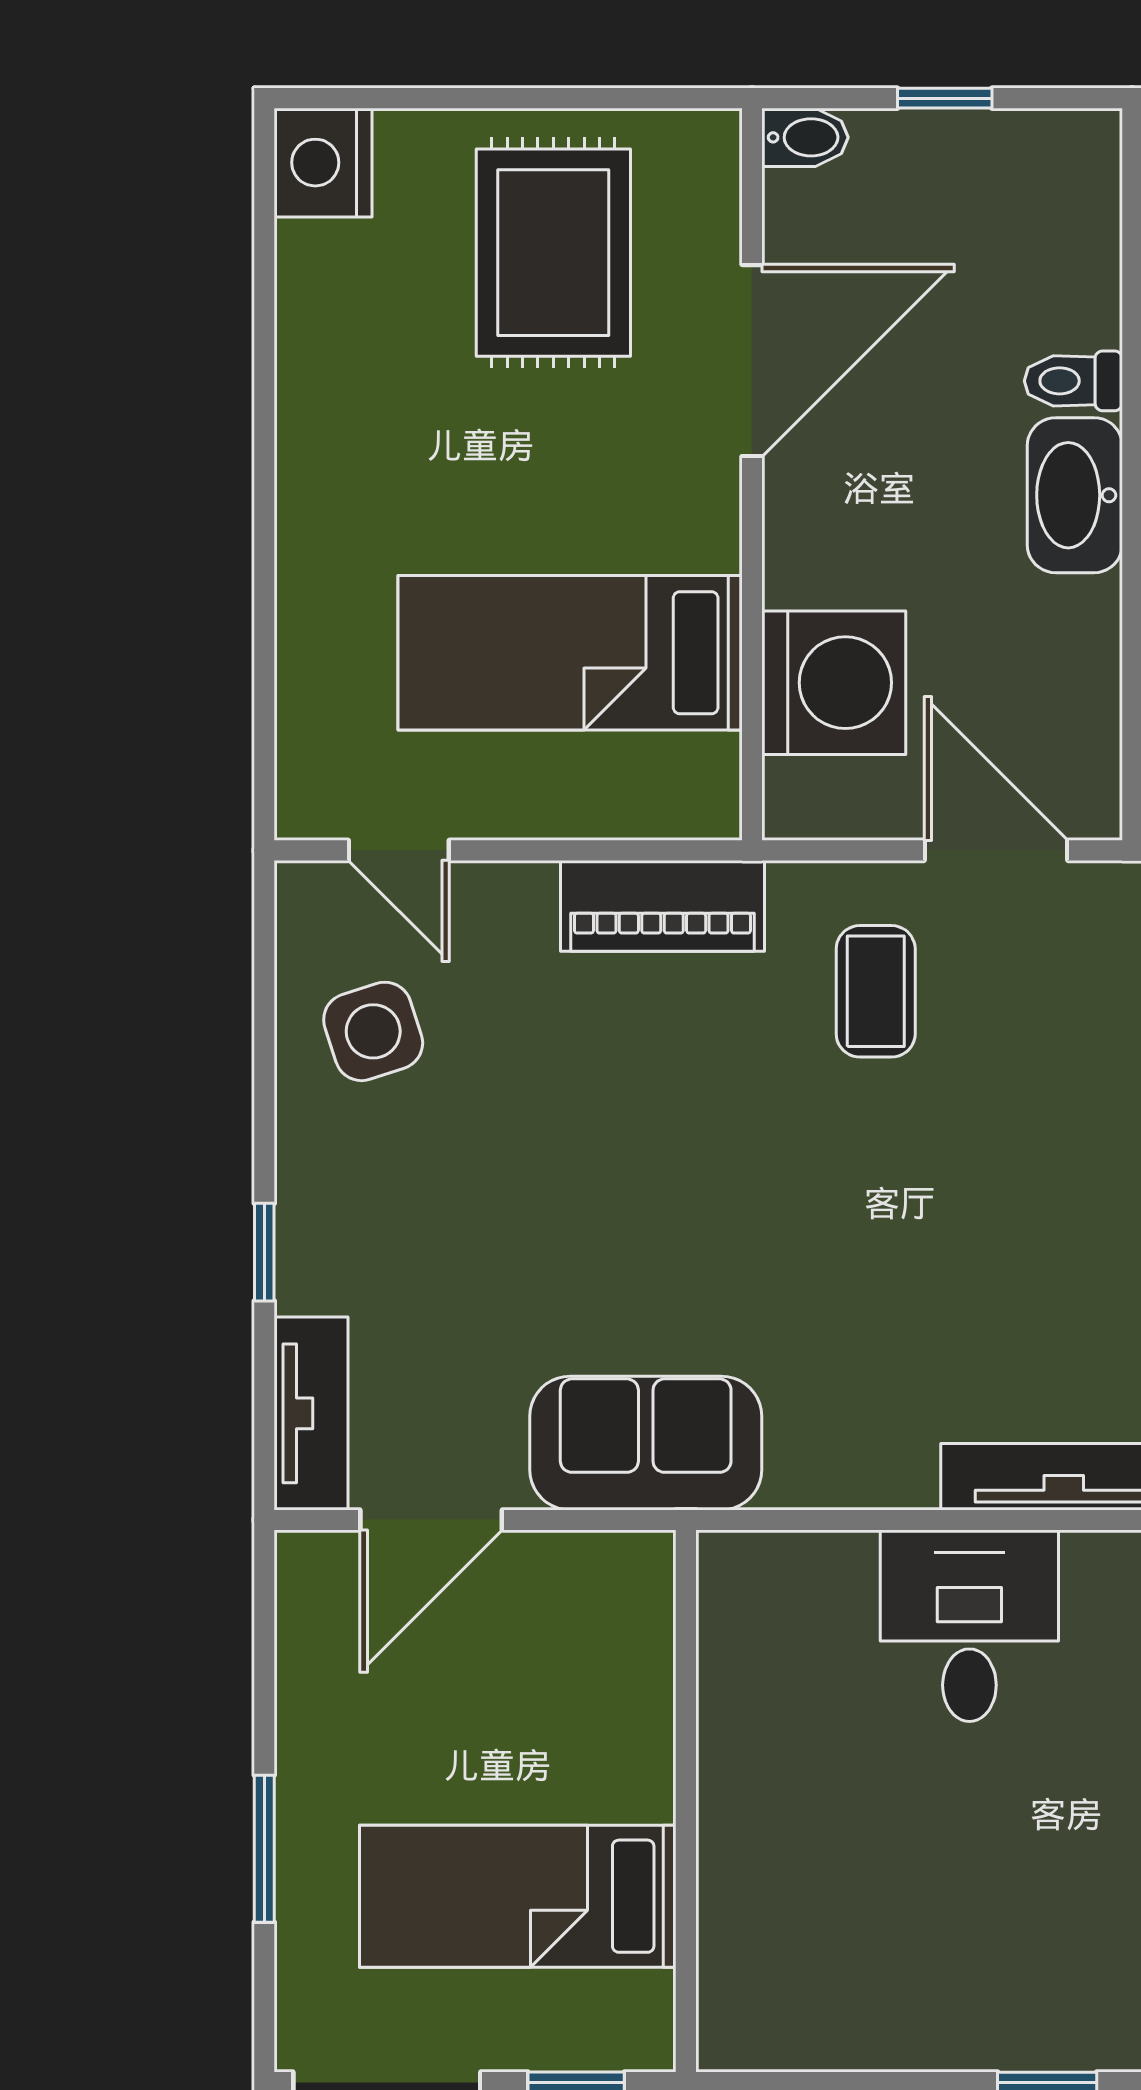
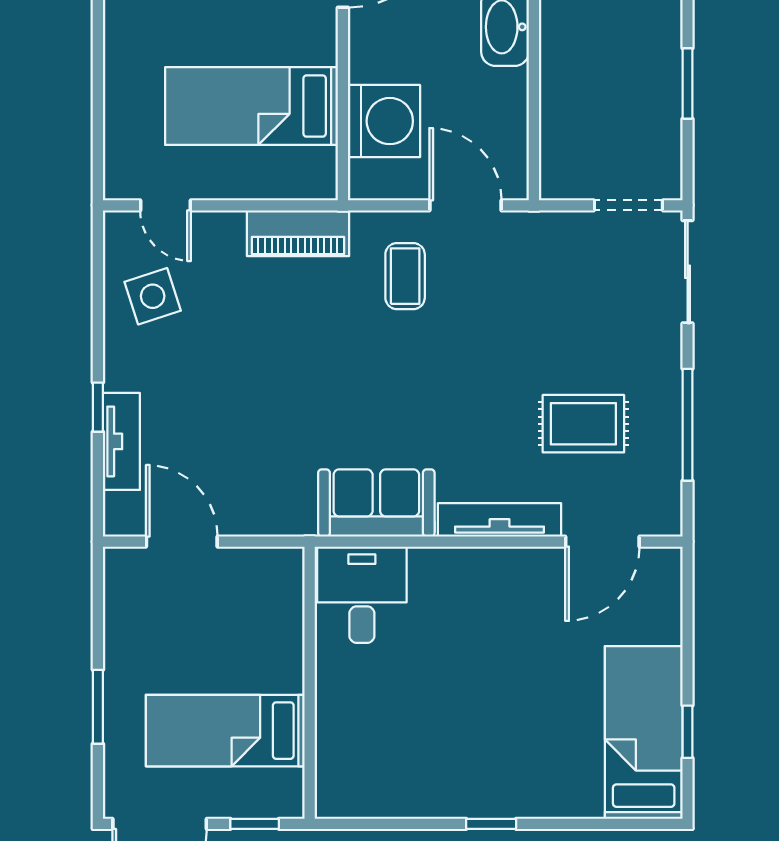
tv unit: (311, 1413) -> (121, 441), moved
sofa: (646, 1443) -> (376, 503), moved
door: (431, 1520) -> (182, 542), swing flipped
desk: (969, 1626) -> (362, 595), moved

